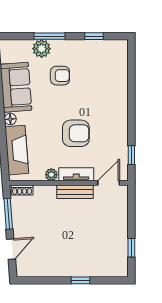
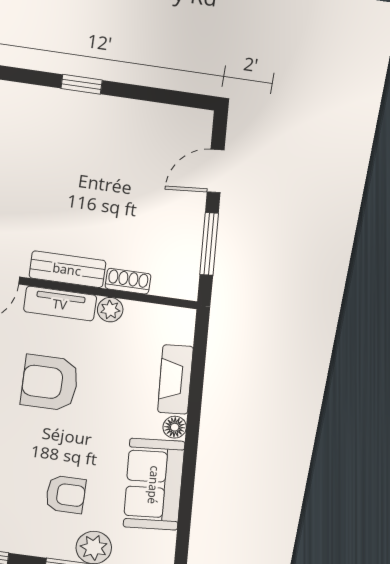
armchair: (60, 76) -> (66, 494), turned 180
fireplace: (17, 150) -> (175, 380), width x0.73, depth x0.76
shoe rack: (22, 190) -> (128, 281), moved

